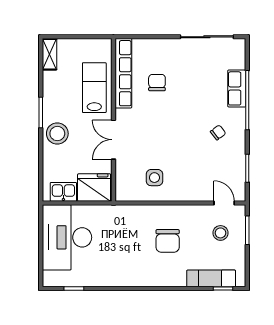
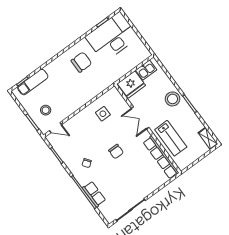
chair: (157, 83) -> (116, 152), moved
double door: (113, 140) -> (140, 118), swing flipped
desk: (67, 237) -> (112, 37), moved, turned -90
chair: (168, 241) -> (81, 62), moved, turned 90

